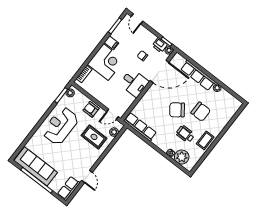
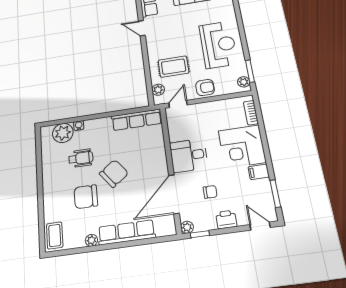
printer: (160, 45) -> (226, 219), moved
coffee table: (205, 140) -> (55, 235), moved

